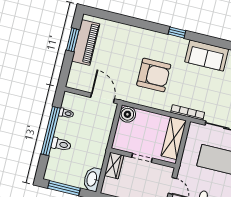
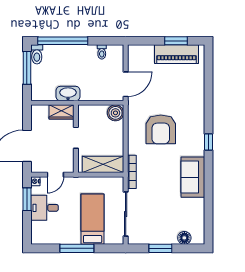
window: (51, 131) -> (63, 41), moved
toilet: (61, 144) -> (37, 54), moved
washbasin: (92, 179) -> (68, 94), moved

